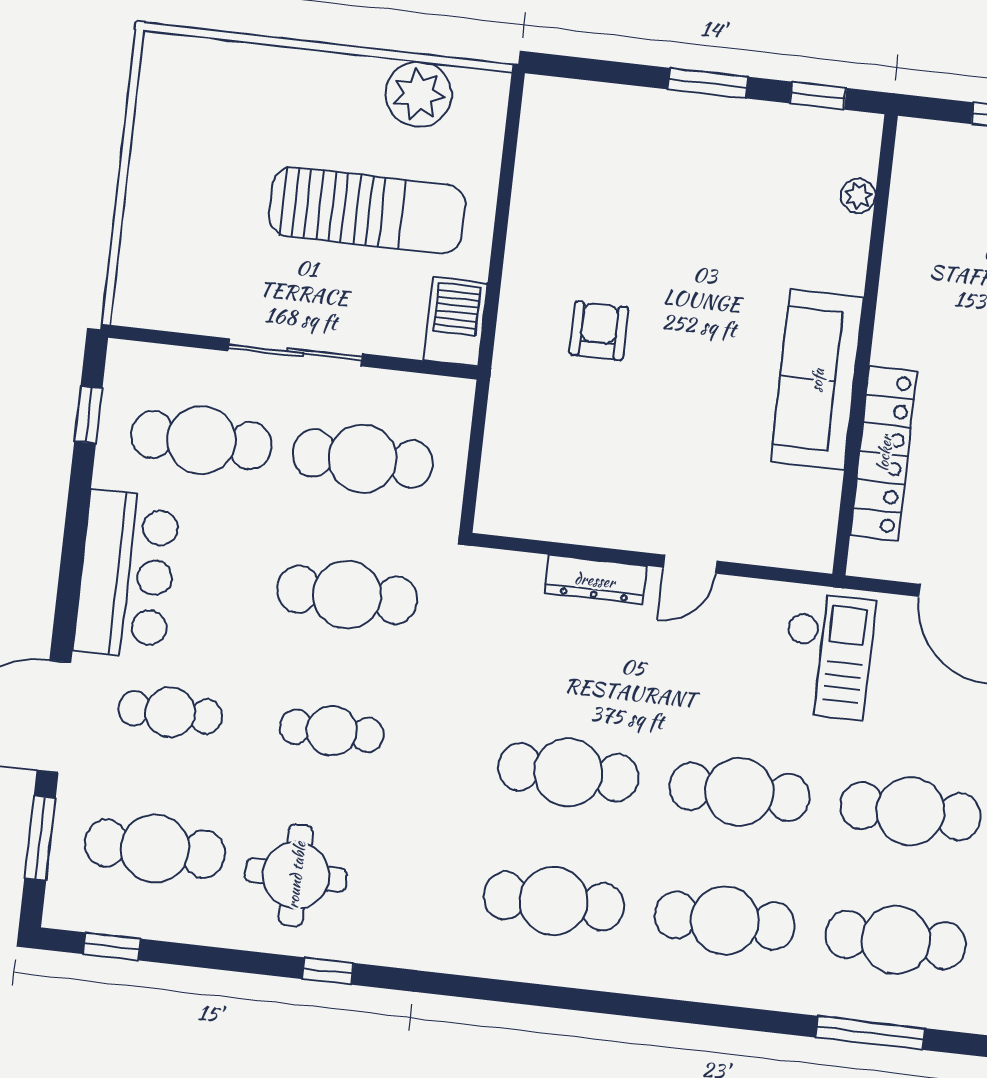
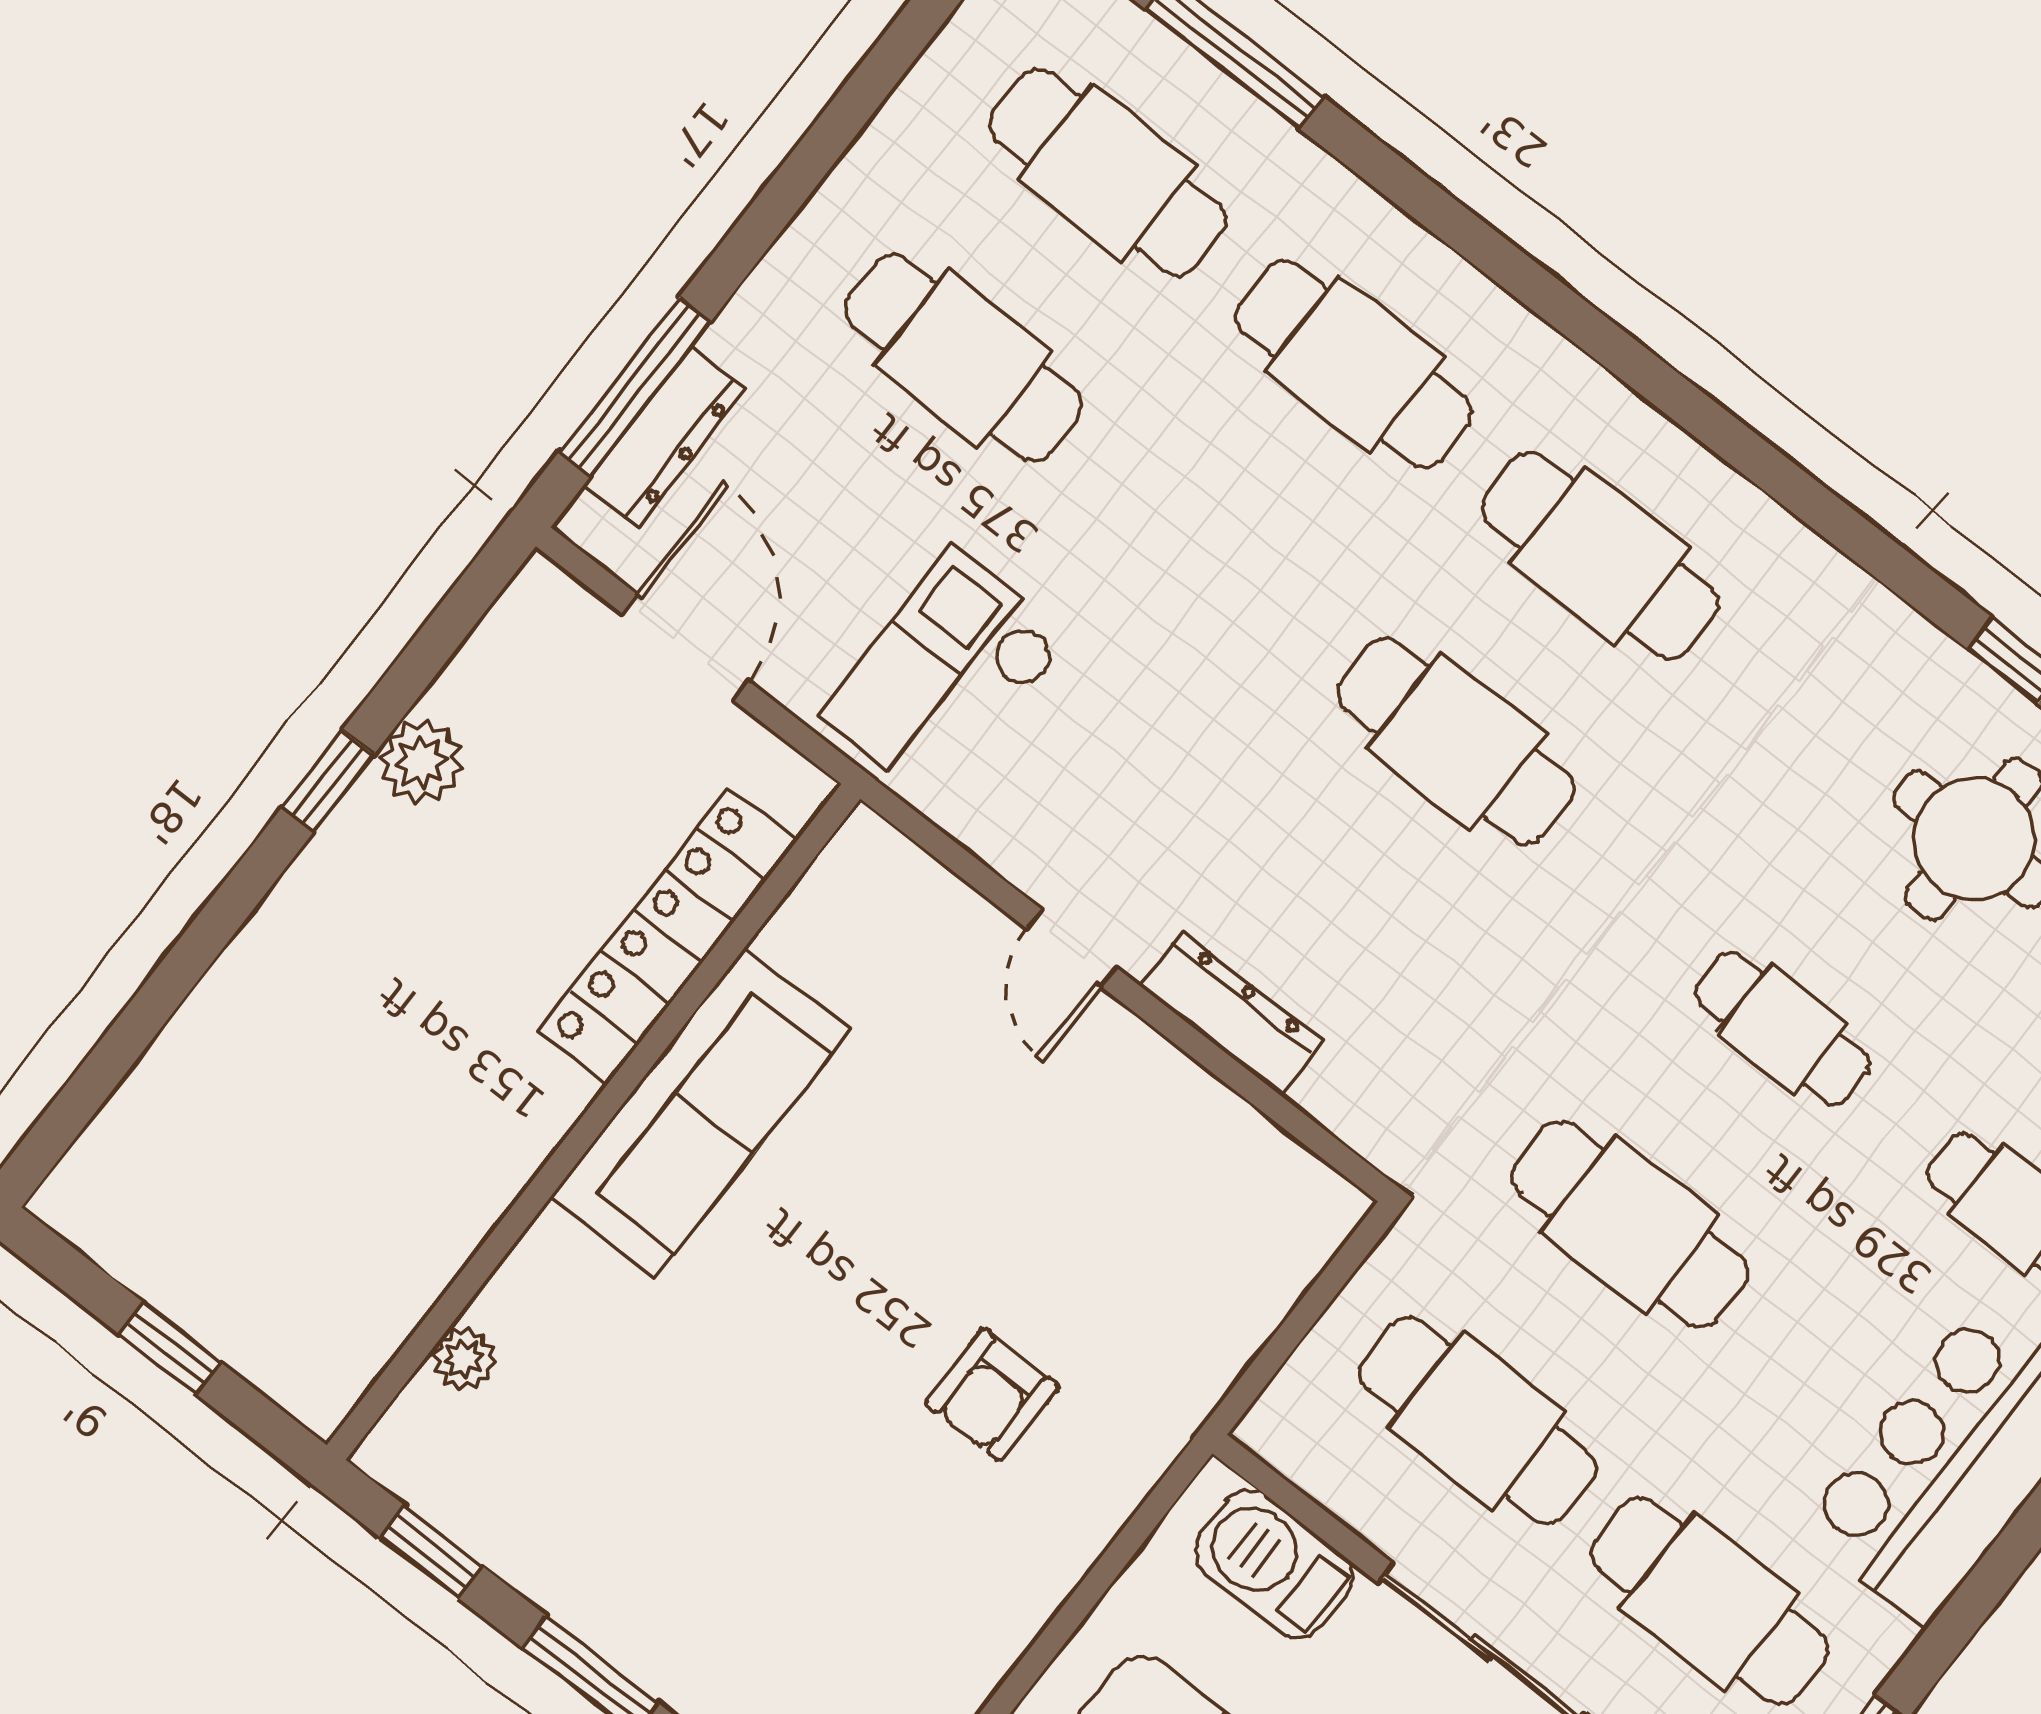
barbecue: (456, 322) -> (1274, 1564), moved, turned 90
door: (690, 564) -> (1071, 948), swing flipped
cafe table: (739, 792) -> (1210, 549), removed

